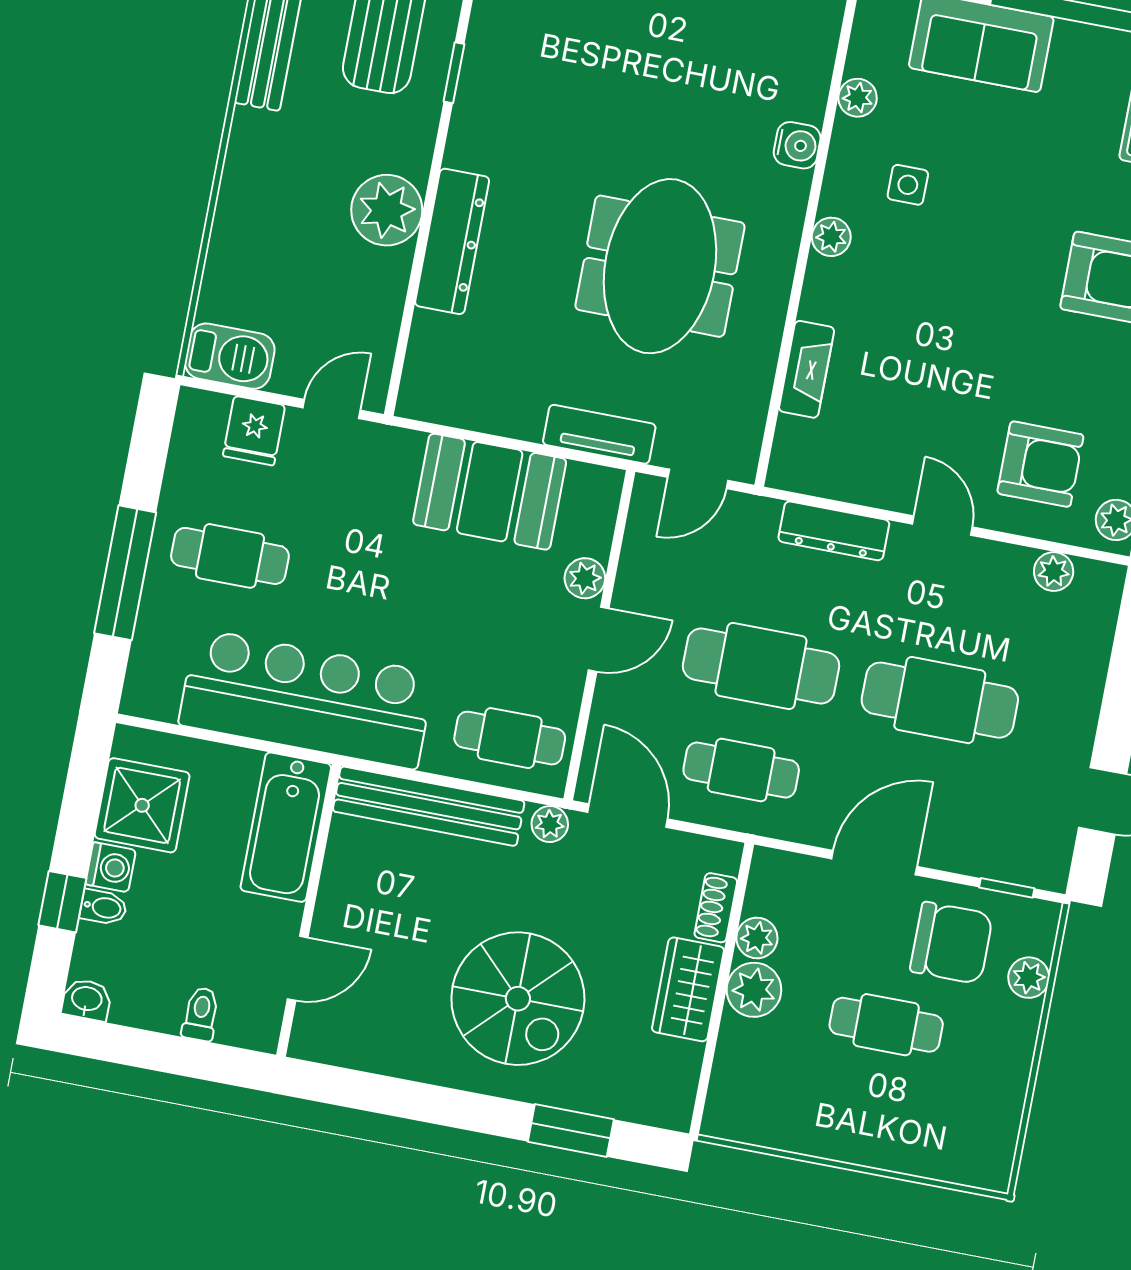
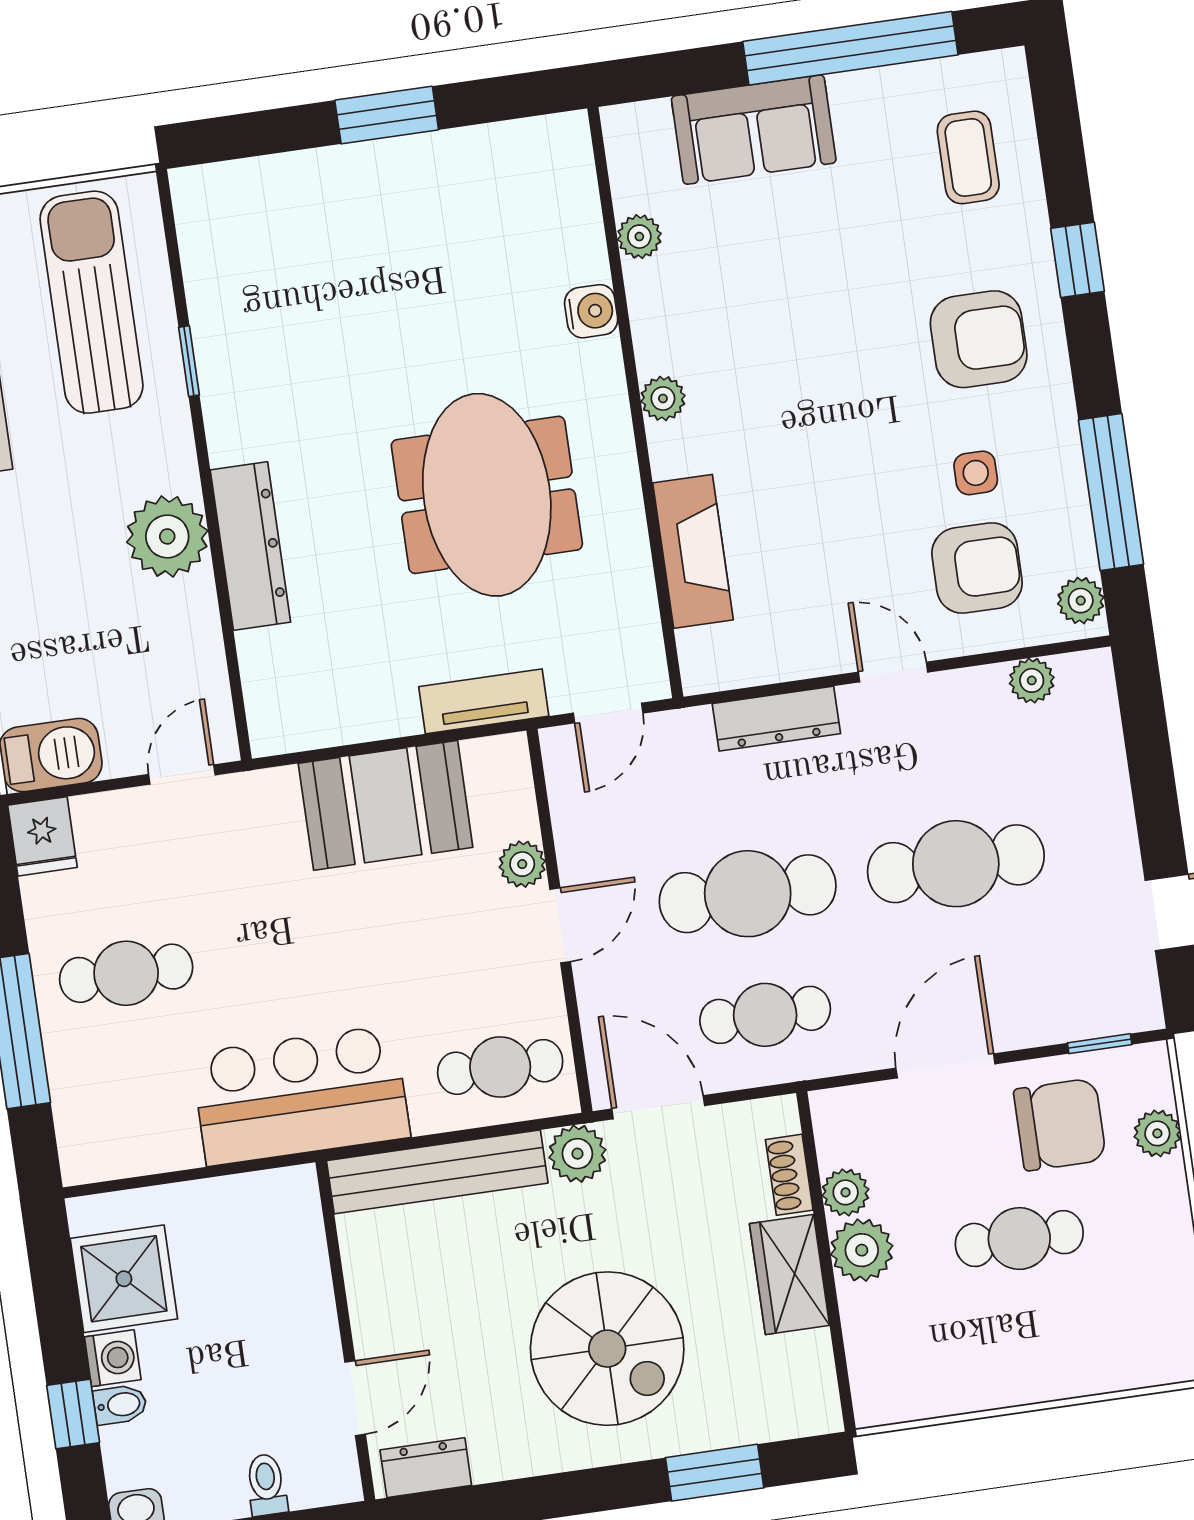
side table: (908, 185) -> (976, 473), moved
fireplace: (807, 369) -> (693, 551), width x1.37, depth x1.32
fridge: (254, 431) -> (42, 836), moved
bar counter: (307, 699) -> (301, 1095), width x0.73
plant: (550, 824) -> (577, 1154), width x1.38, depth x1.38
bathtub: (286, 827) -> (289, 1249), removed
dresser: (336, 1045) -> (426, 1468), added

